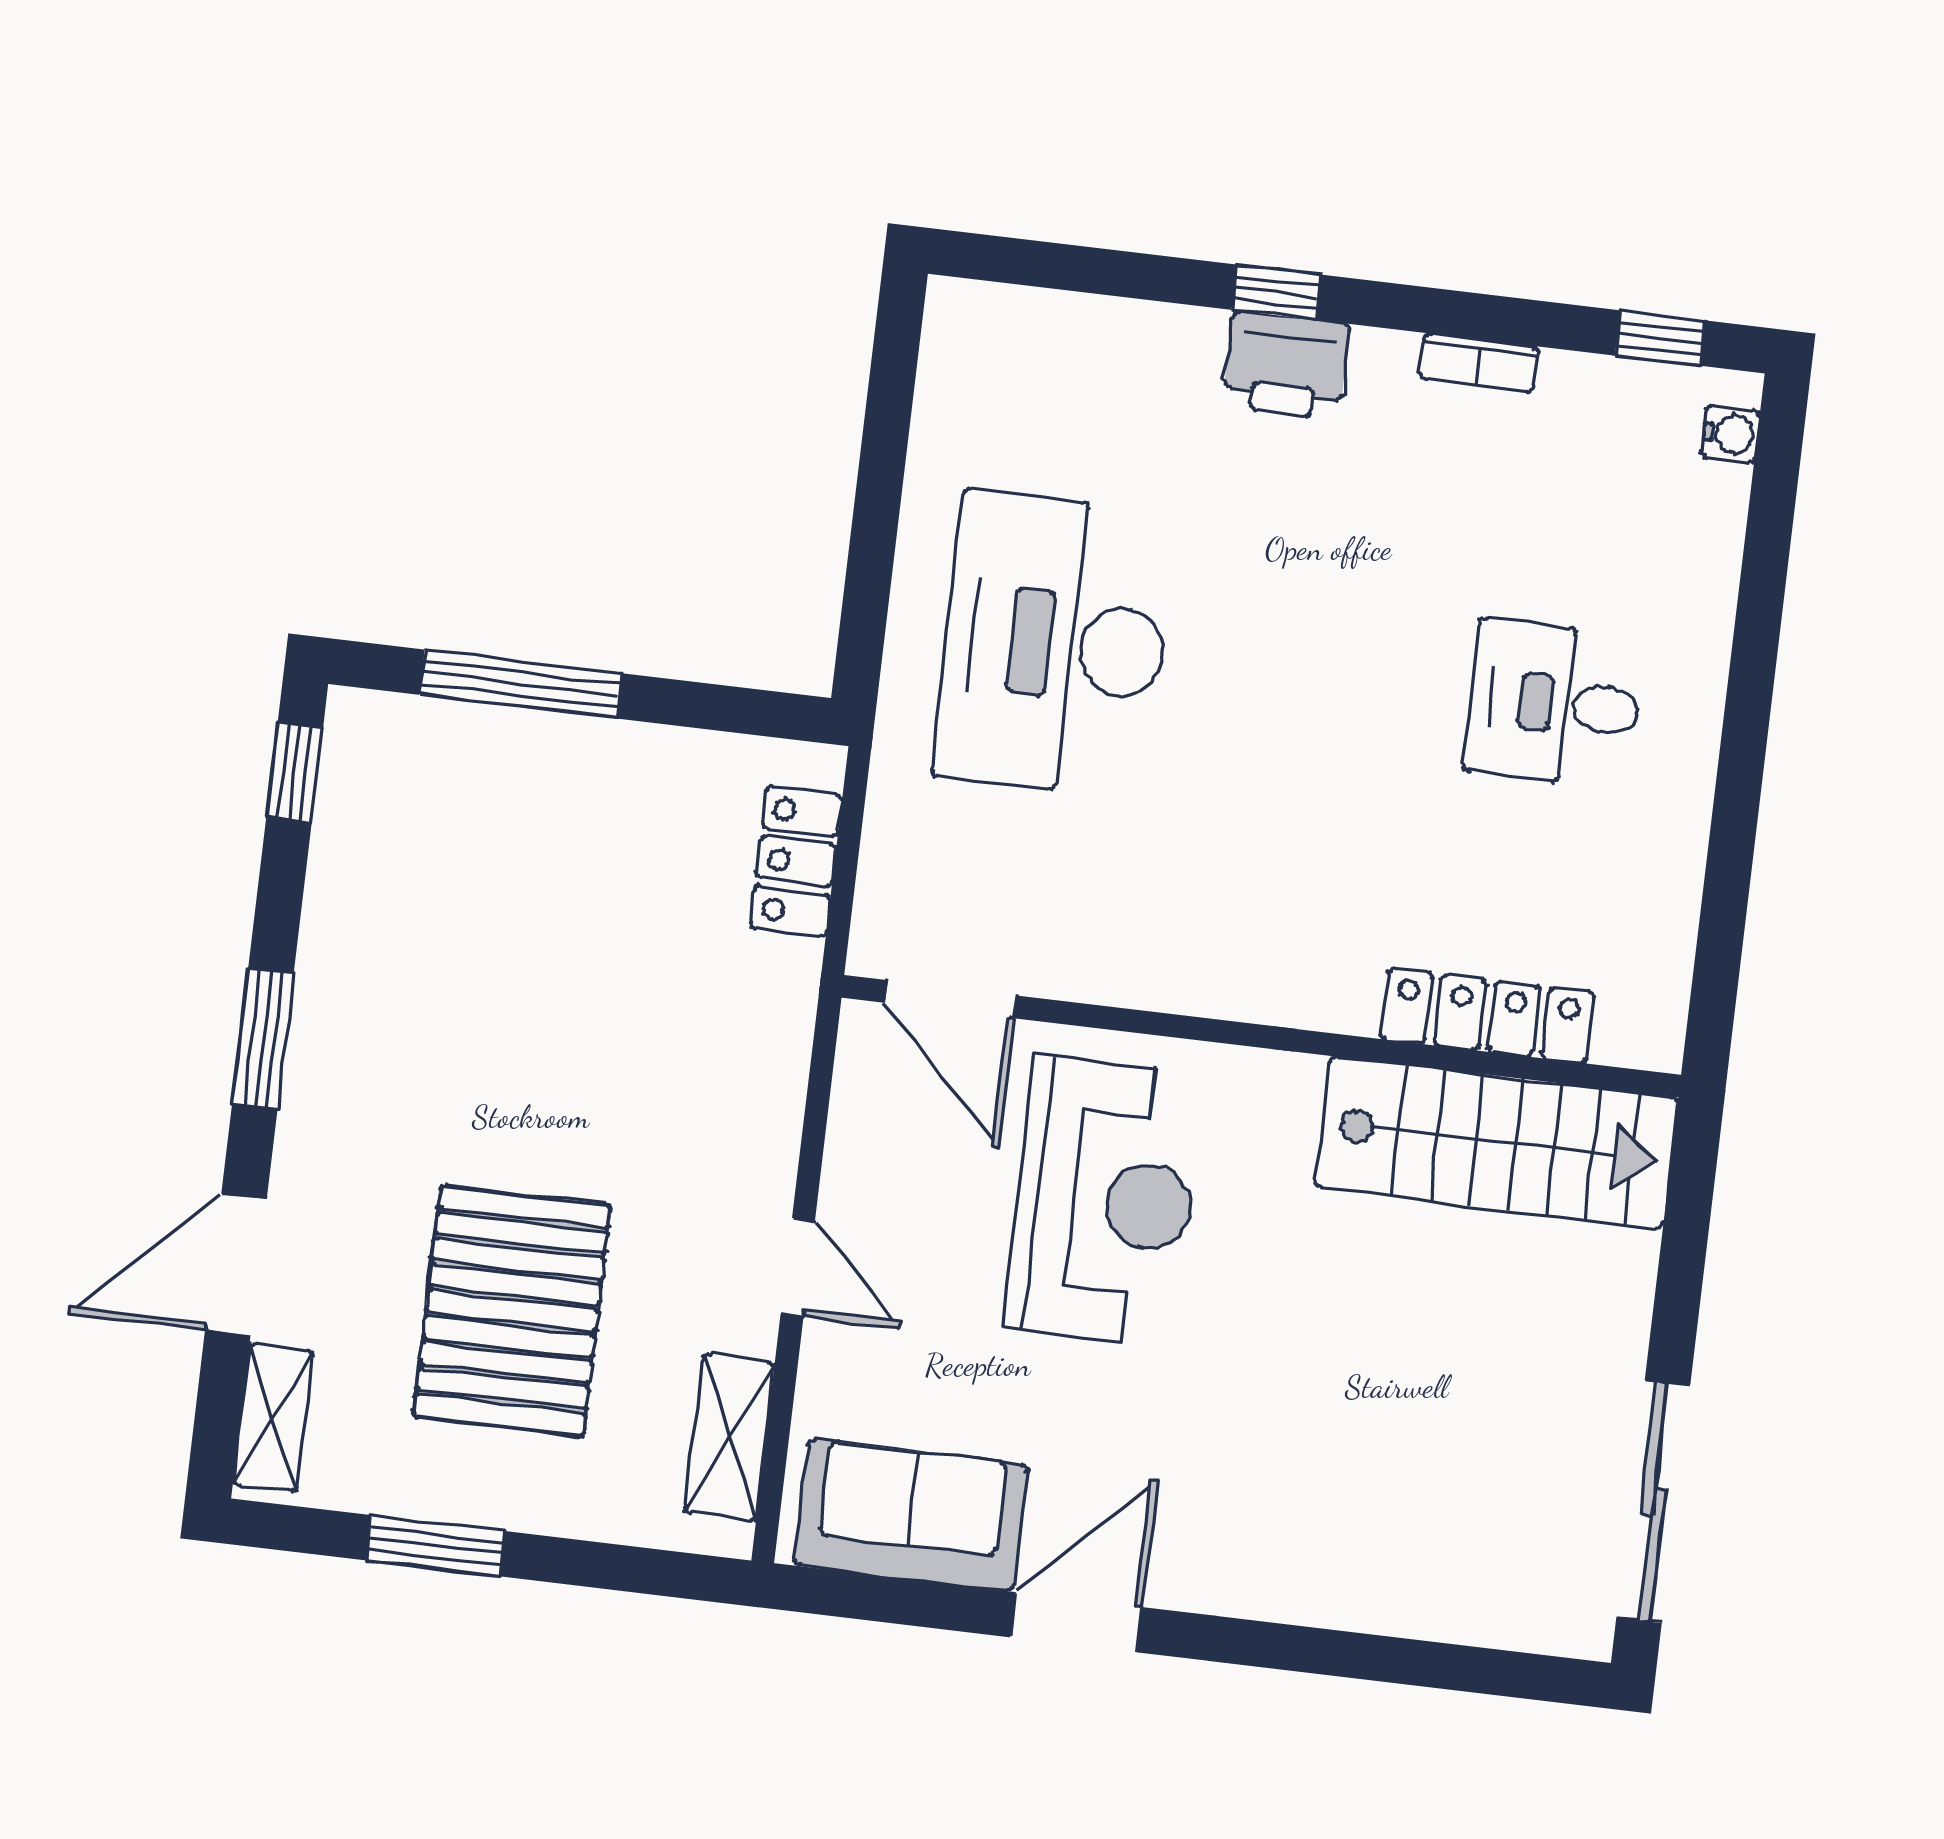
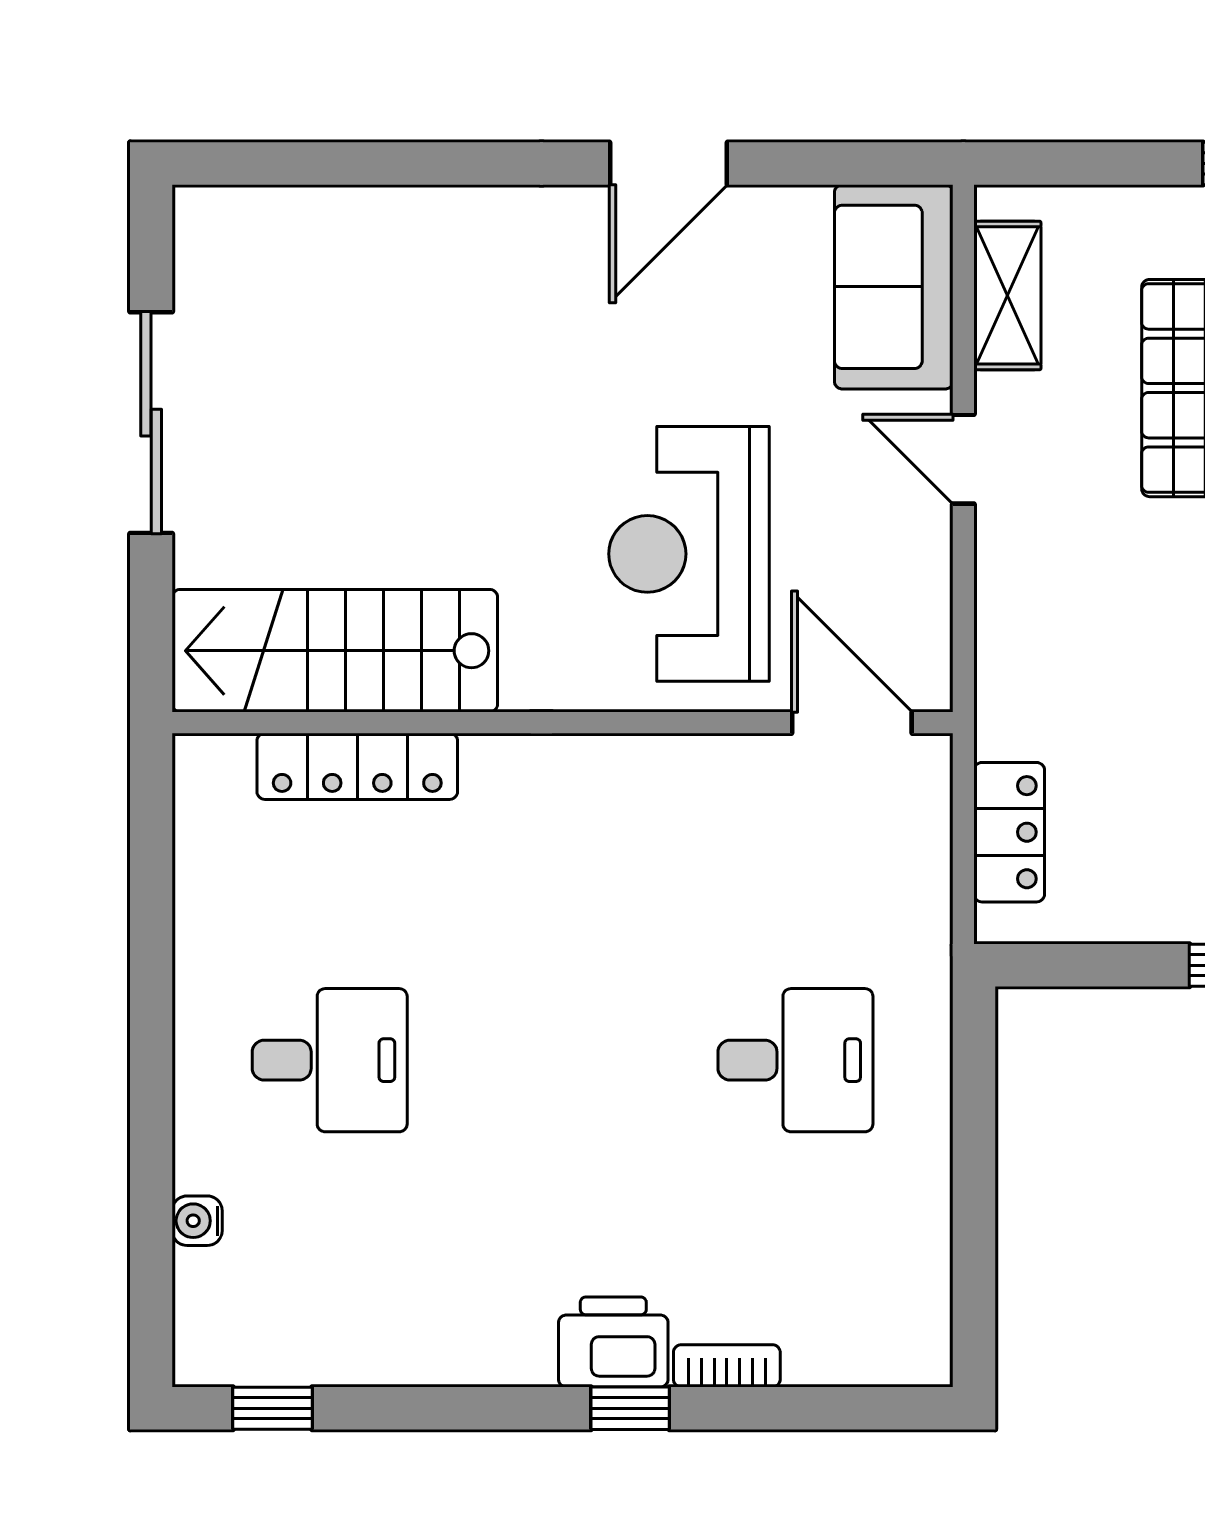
bookcase: (1479, 363) -> (727, 1366), moved
water cooler: (1731, 434) -> (197, 1221), moved
desk: (1055, 644) -> (795, 1060), width x0.53, depth x0.77
sliding door: (1653, 1502) -> (151, 423), moved
sofa: (911, 1515) -> (894, 287), moved, turned 90

